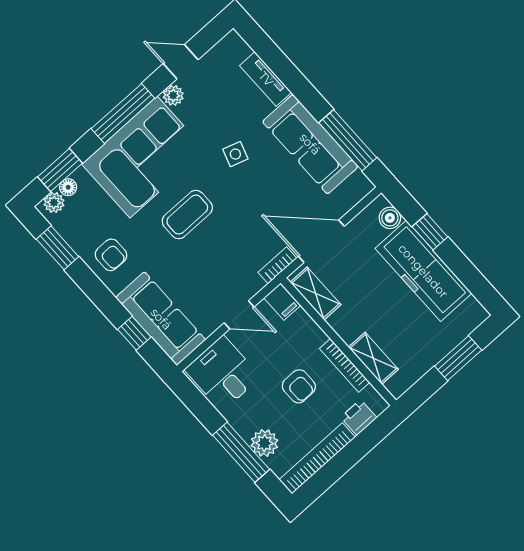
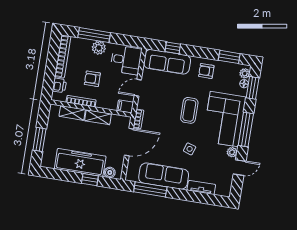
shelving: (316, 293) -> (98, 117), moved
plant: (264, 443) -> (99, 48), moved

